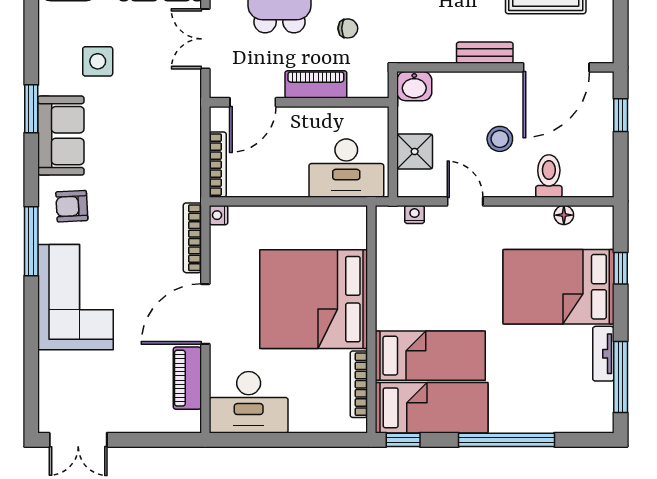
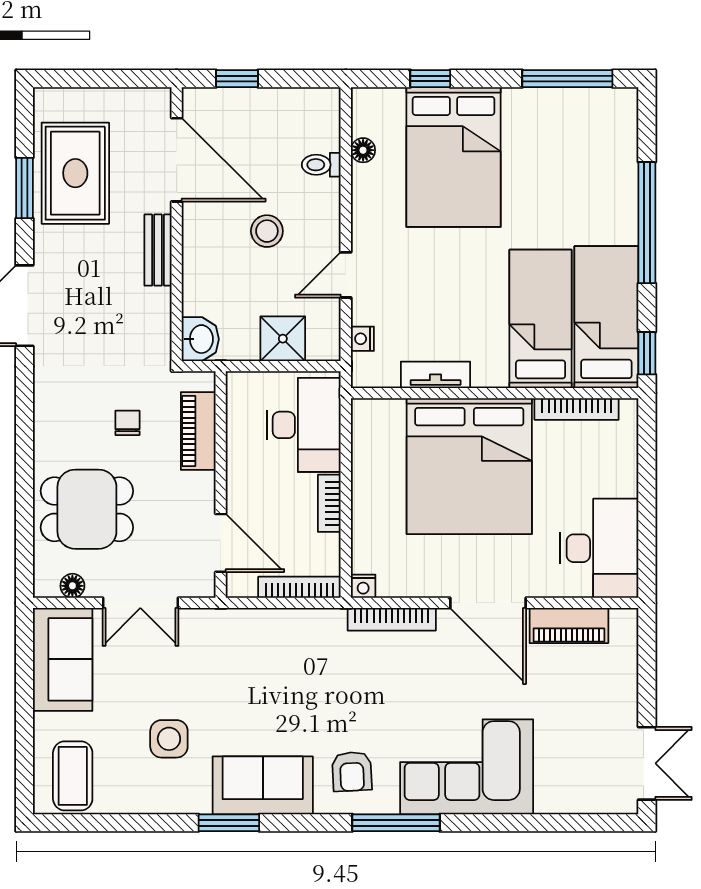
piano: (316, 84) -> (198, 431), moved
toilet: (549, 176) -> (321, 165), width x0.73, depth x0.72
bookcase: (284, 188) -> (329, 503), added
tv unit: (603, 354) -> (436, 375), moved, turned 180

